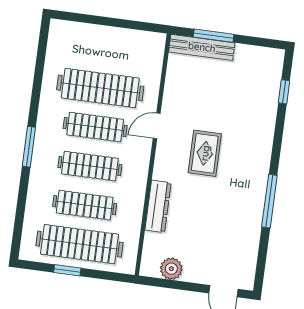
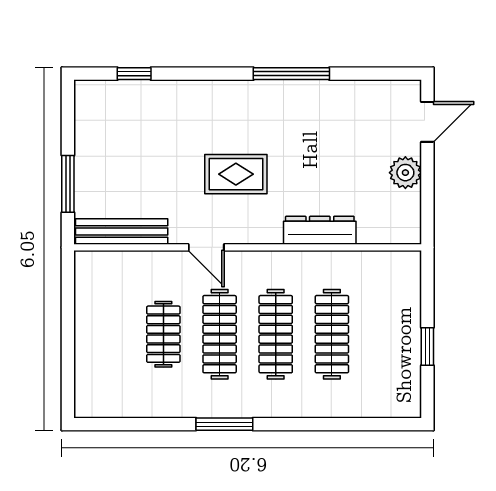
bench: (202, 47) -> (122, 231), moved, turned 90
clothes rail: (100, 88) -> (163, 334), width x0.54, depth x0.76
window: (29, 147) -> (224, 424), moved
clothes rail: (79, 244) -> (388, 334), removed
plant: (171, 269) -> (405, 173), moved

